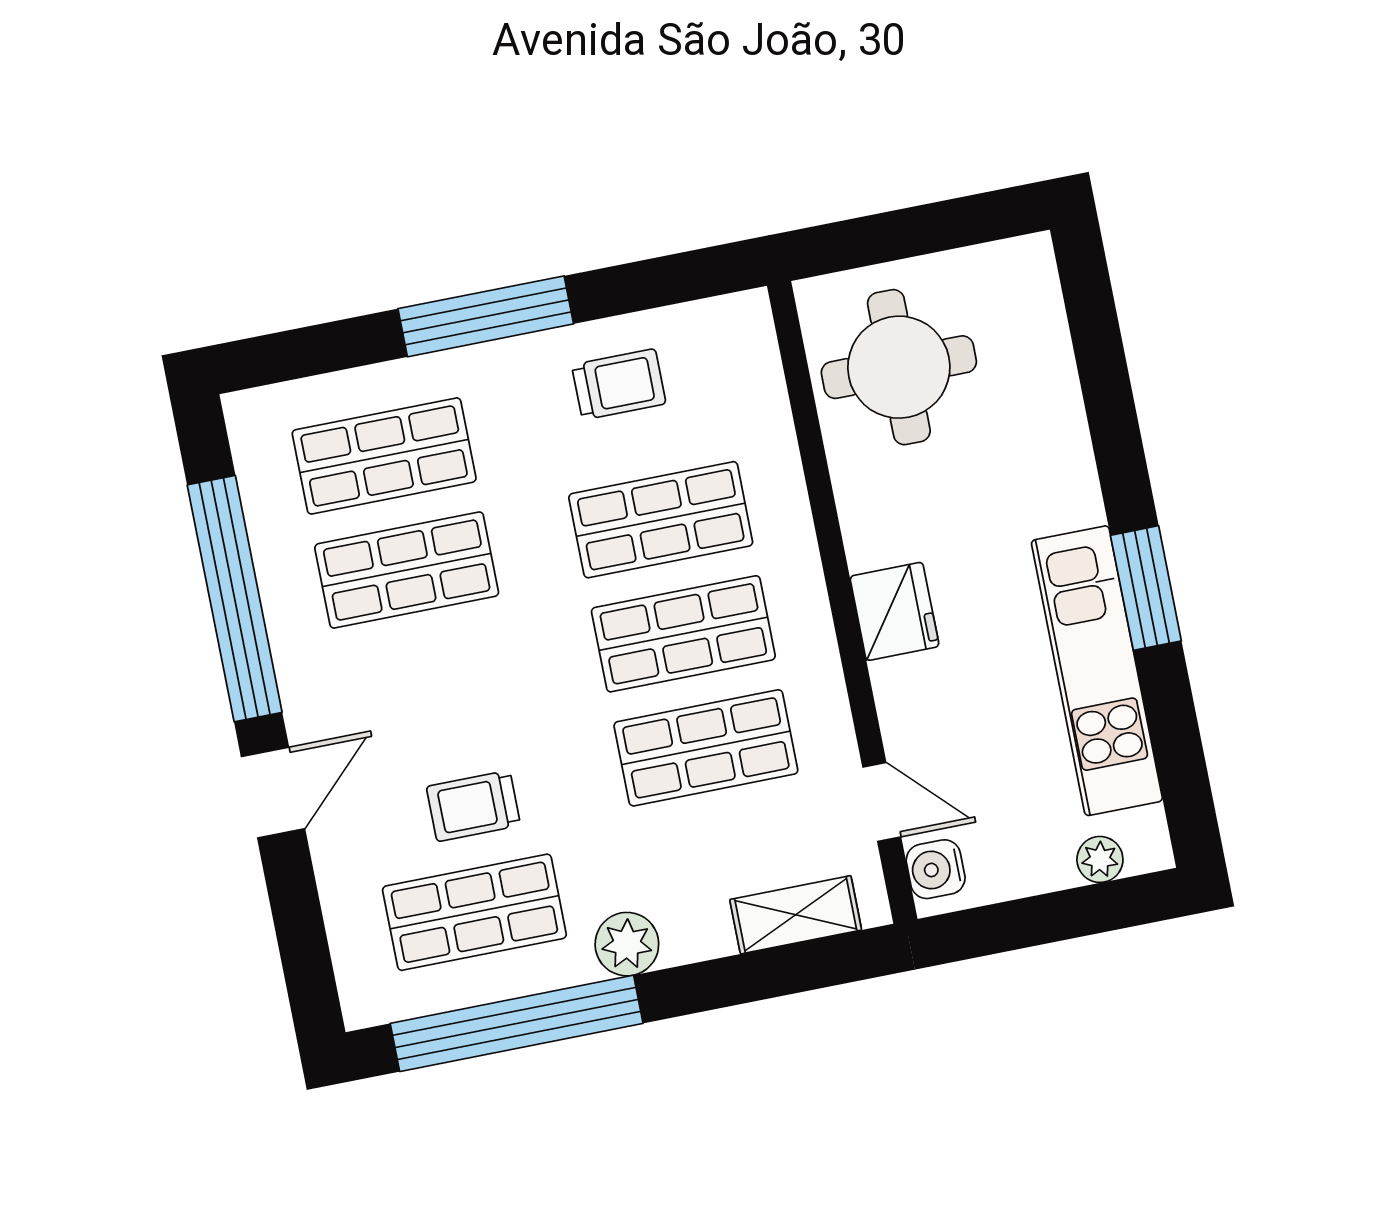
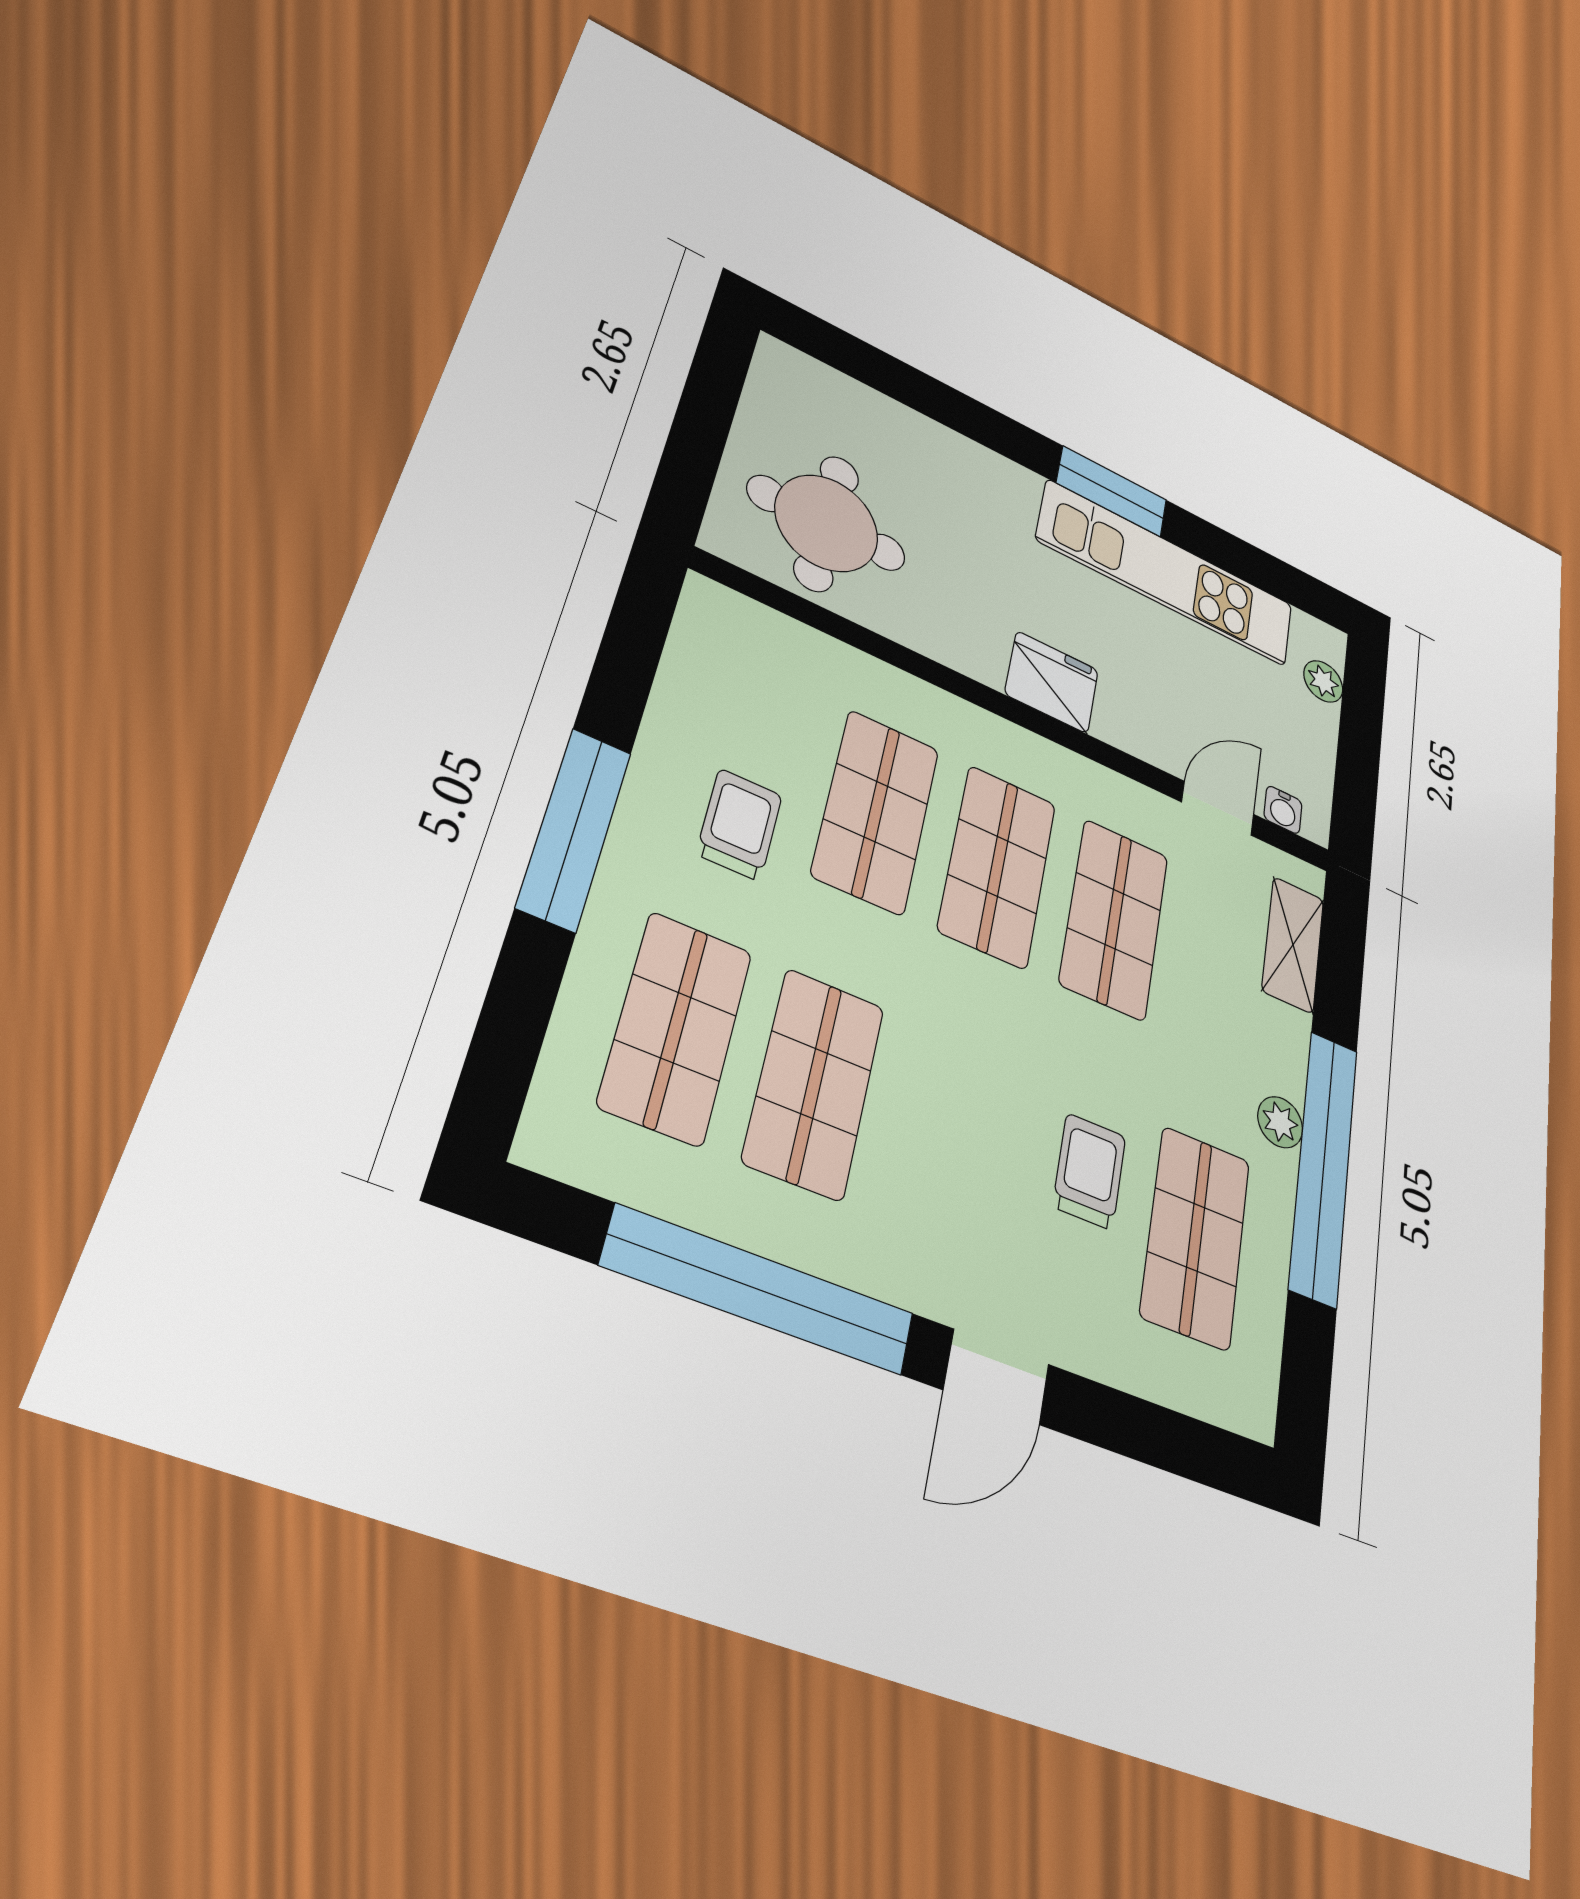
trolley: (619, 384) -> (740, 824), moved
door: (273, 793) -> (997, 1377), swing flipped
trolley: (473, 806) -> (1090, 1171), turned 180
water cooler: (936, 869) -> (1283, 810), width x0.72, depth x0.72
plant: (627, 944) -> (1280, 1122), width x0.73, depth x0.73
window: (517, 1023) -> (1324, 1166), moved

